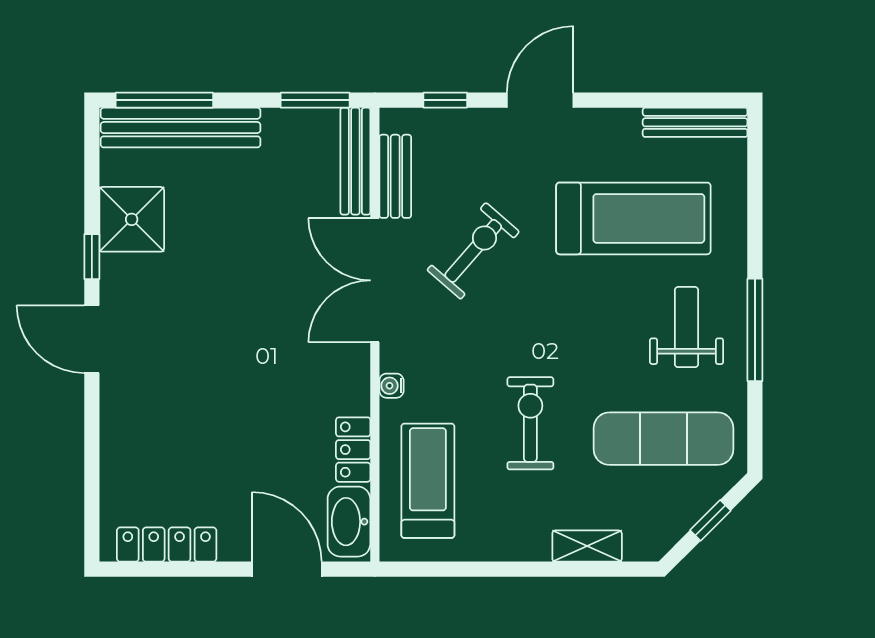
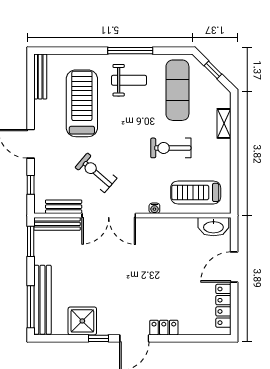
weight bench: (687, 327) -> (129, 80), turned 180
locker: (353, 450) -> (164, 328), moved, turned 180
door: (287, 569) -> (234, 267), moved

